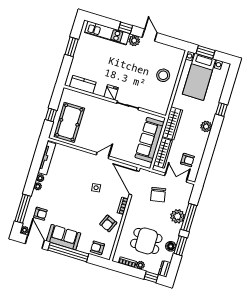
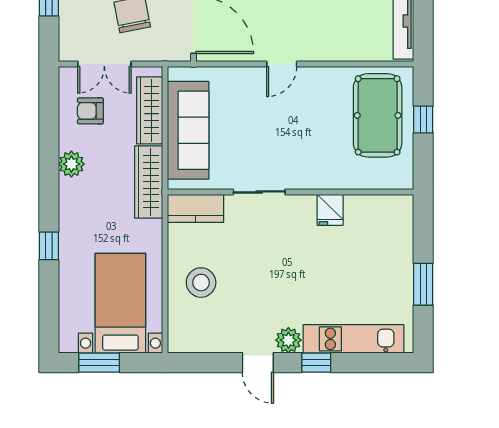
window: (205, 52) -> (99, 363), moved
kitchen counter: (83, 84) -> (195, 208), moved
fridge: (111, 92) -> (330, 210), moved
plant: (206, 126) -> (71, 164), moved

